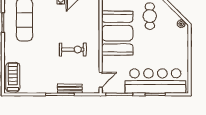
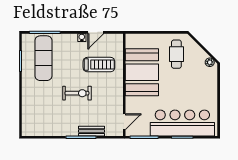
exercise bike: (73, 50) -> (77, 93), moved
treadmill: (13, 77) -> (99, 65), moved, turned 90

